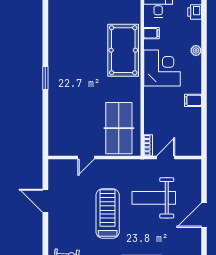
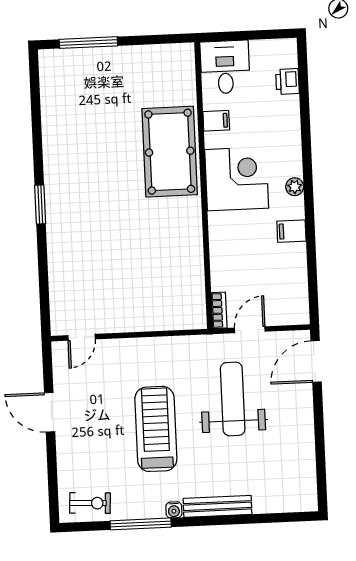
plant: (196, 51) -> (295, 187), moved
table tennis table: (119, 128) -> (168, 284), removed
door: (86, 157) -> (82, 337), moved
weight bench: (154, 198) -> (233, 399), turned 90
door: (204, 215) -> (316, 361), moved

